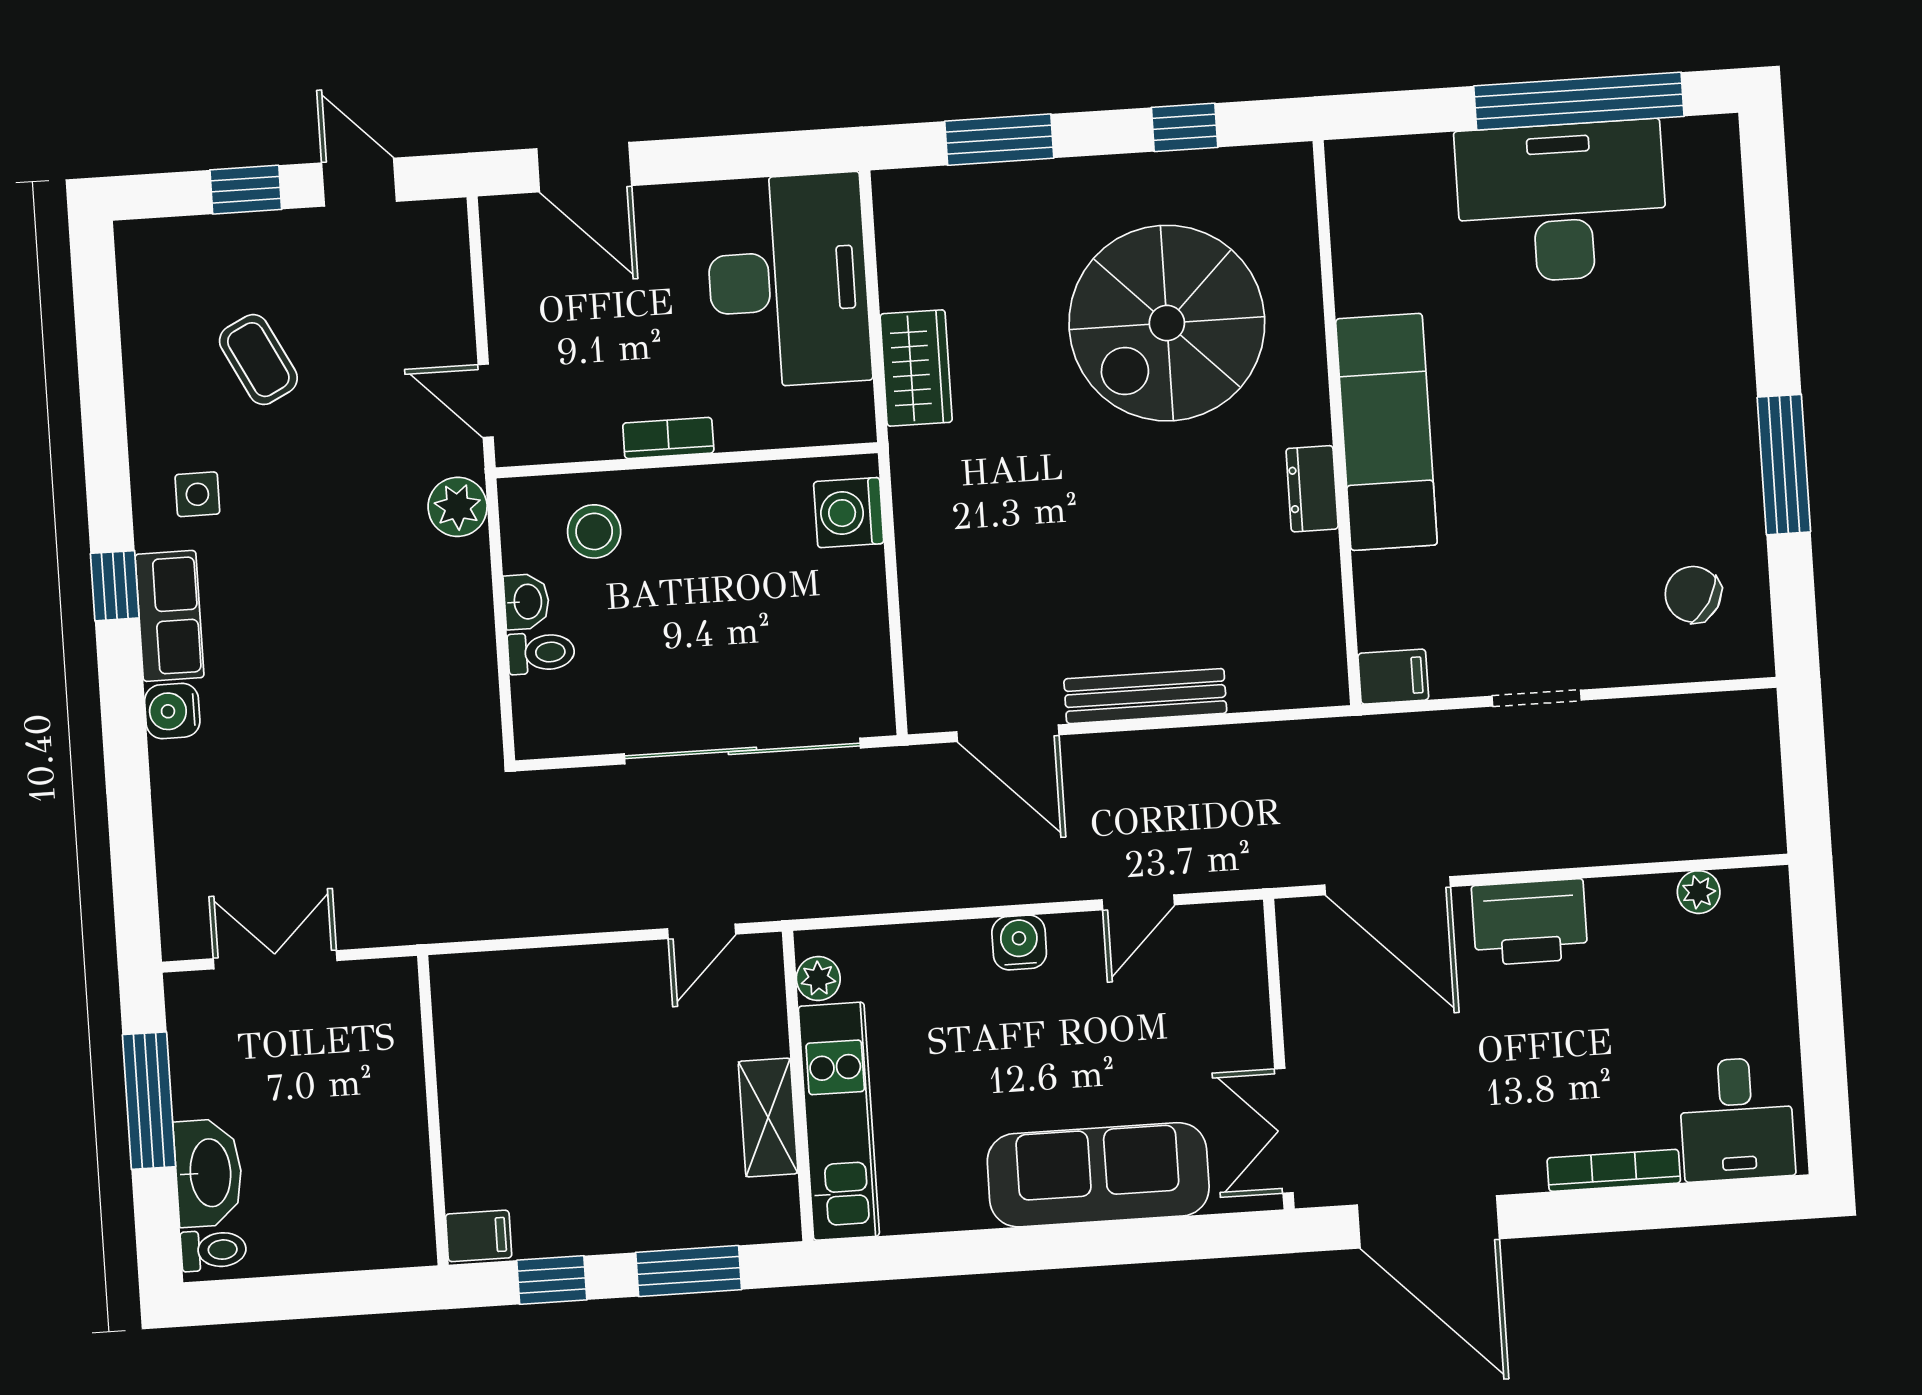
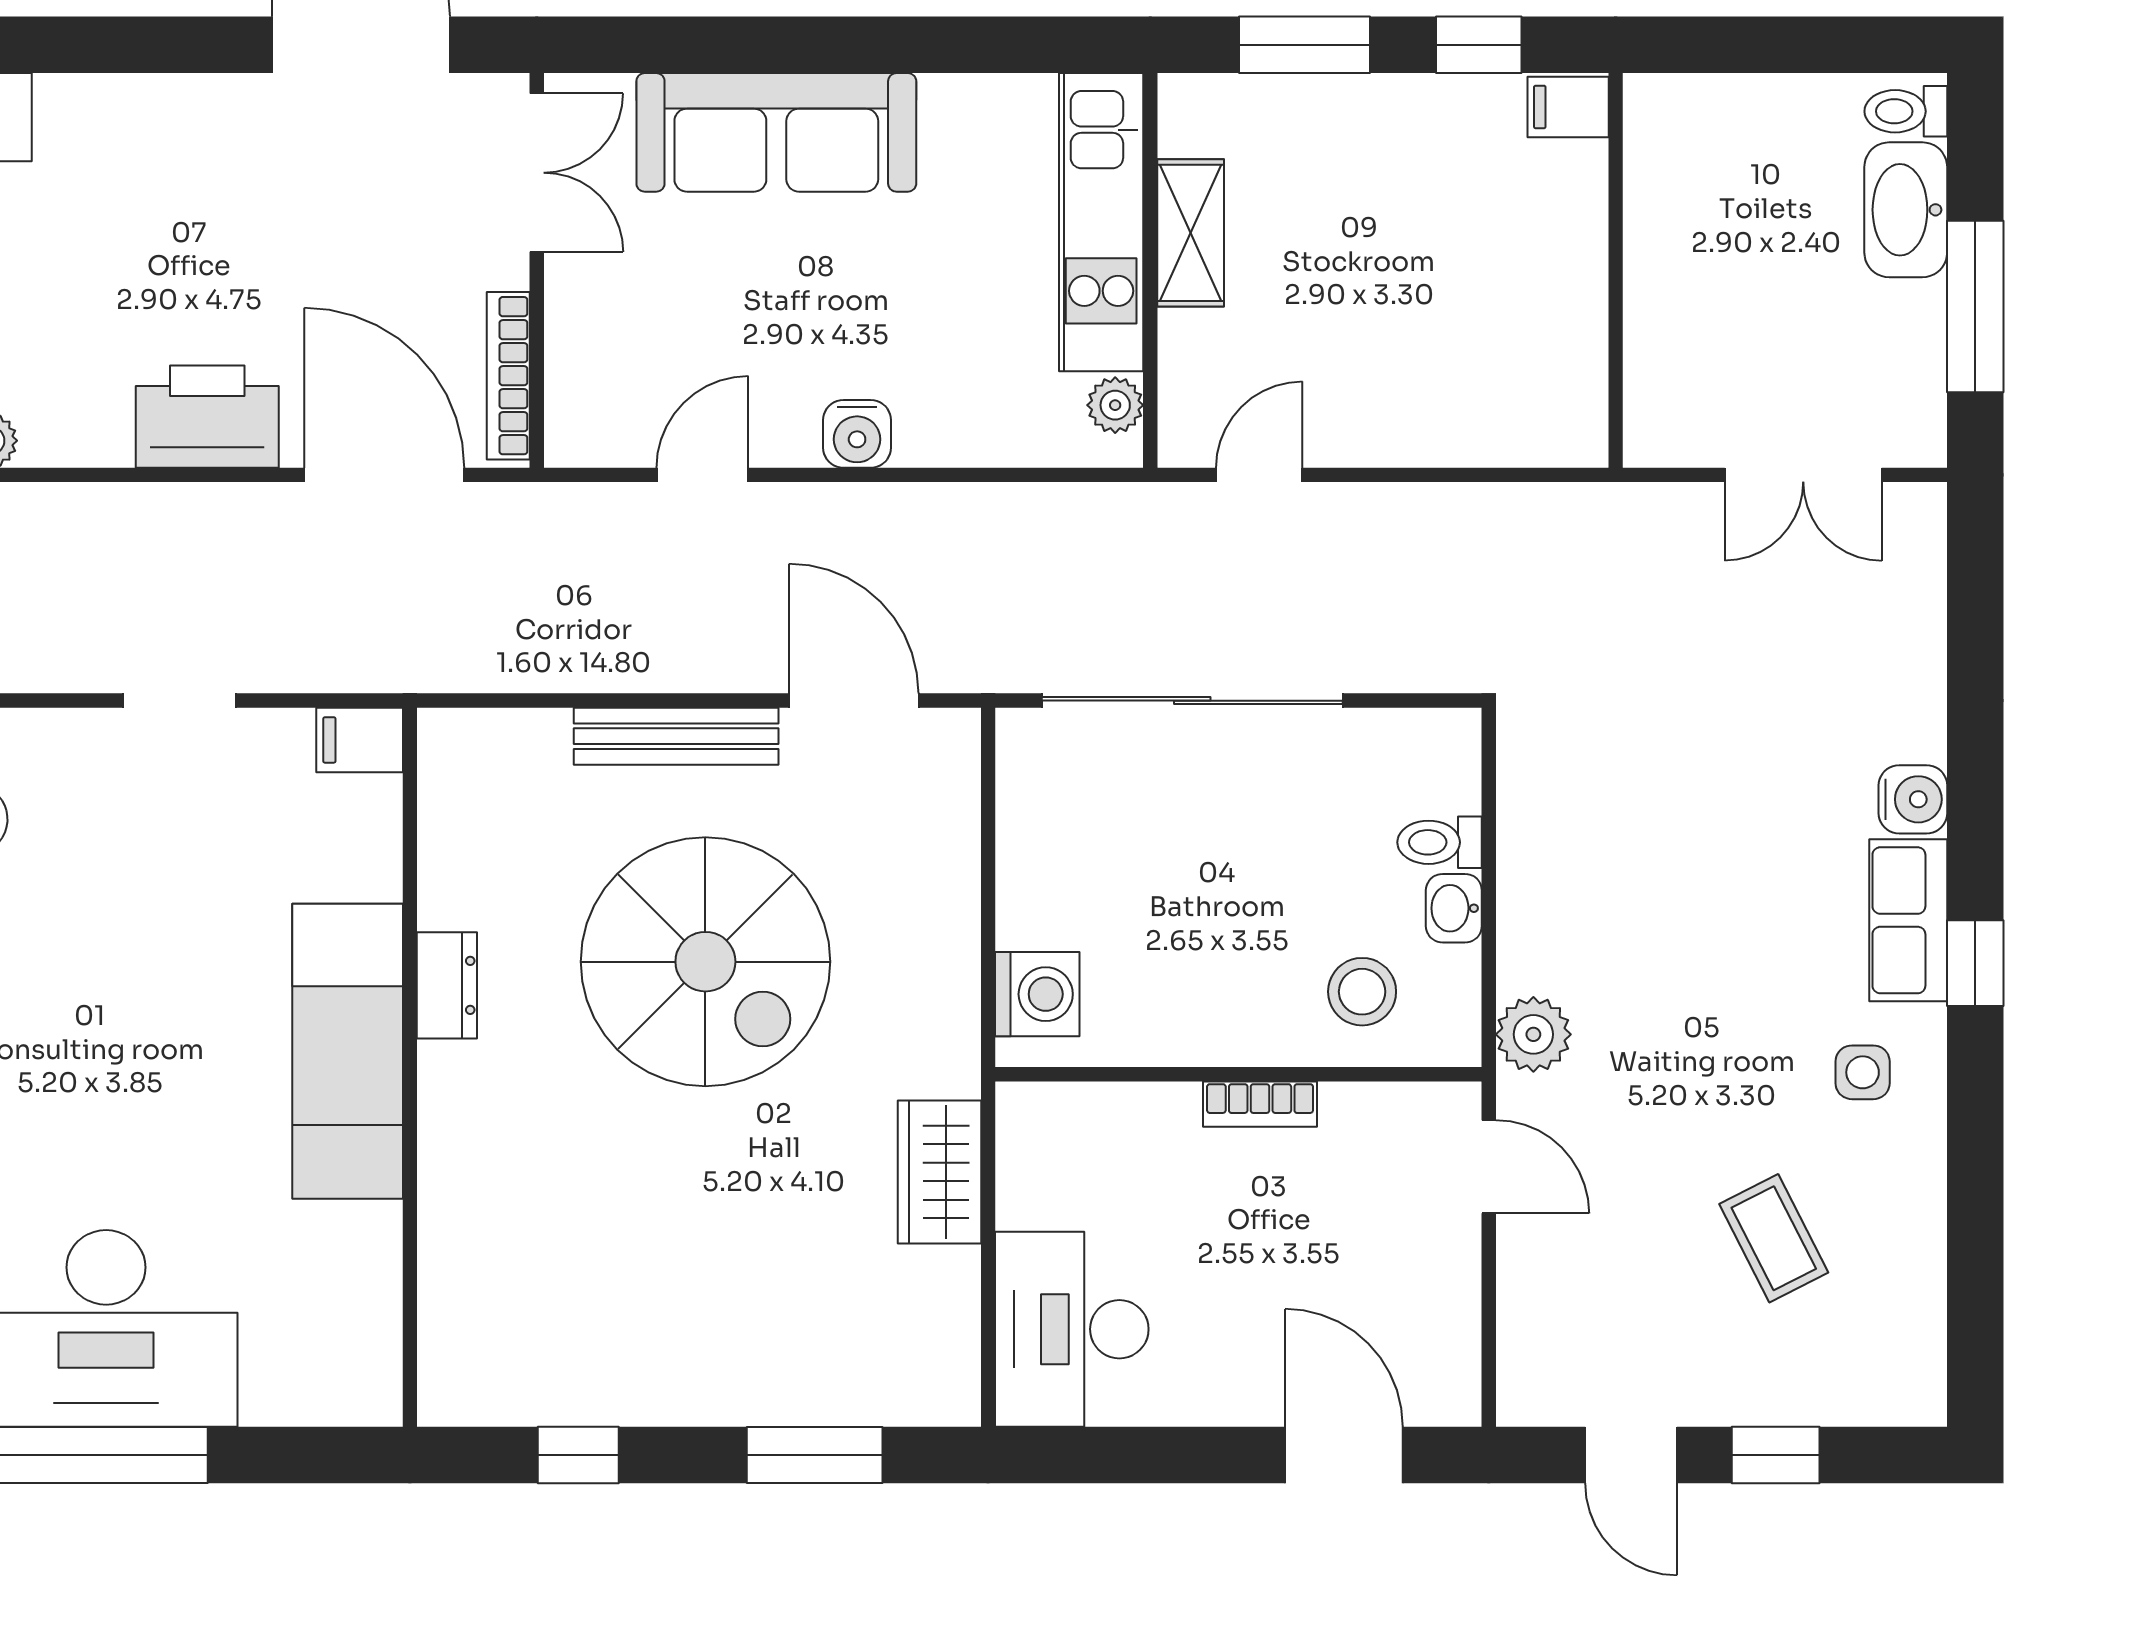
desk: (788, 281) -> (1072, 1329), width x0.73, depth x0.77
spiral stairs: (1167, 323) -> (705, 962), moved, turned 90
bookcase: (1614, 1170) -> (508, 376), moved, turned 90

